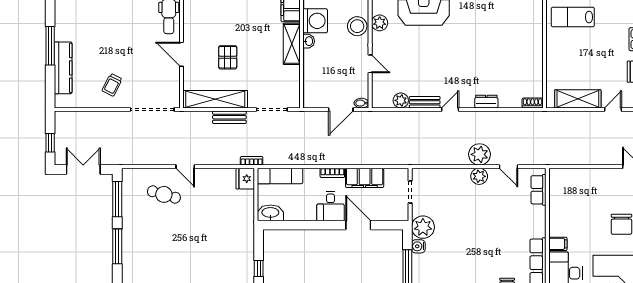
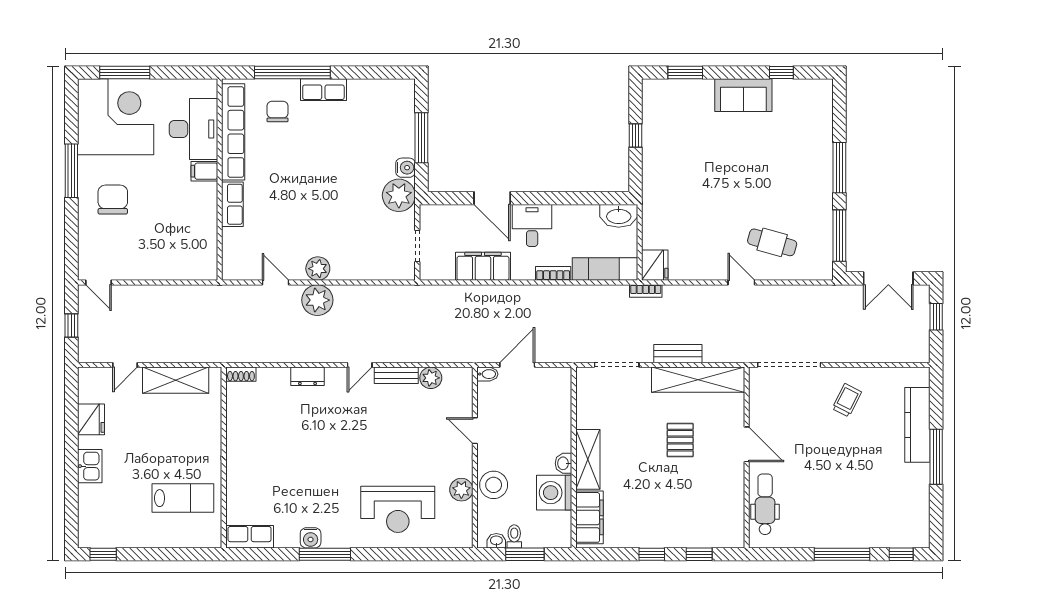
bookcase: (332, 173) -> (553, 273), moved
row of seats: (538, 190) -> (232, 204), moved

